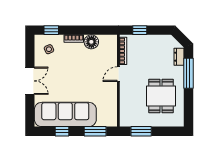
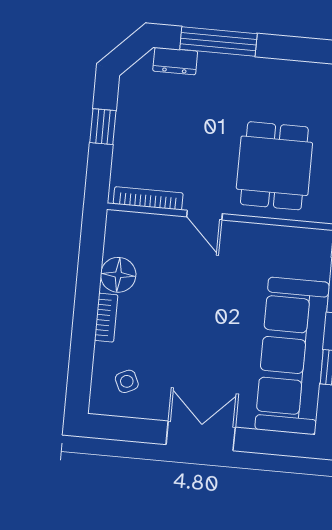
window: (51, 30) -> (80, 371), removed
window: (140, 30) -> (103, 127), moved
dining table: (161, 96) -> (274, 166), moved, turned 90

